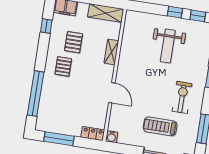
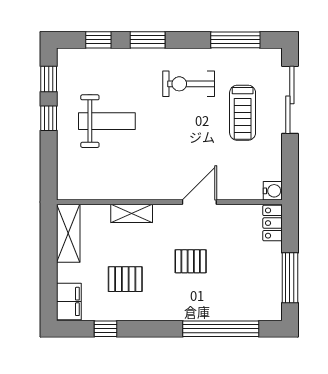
pallet: (63, 66) -> (191, 261), moved

